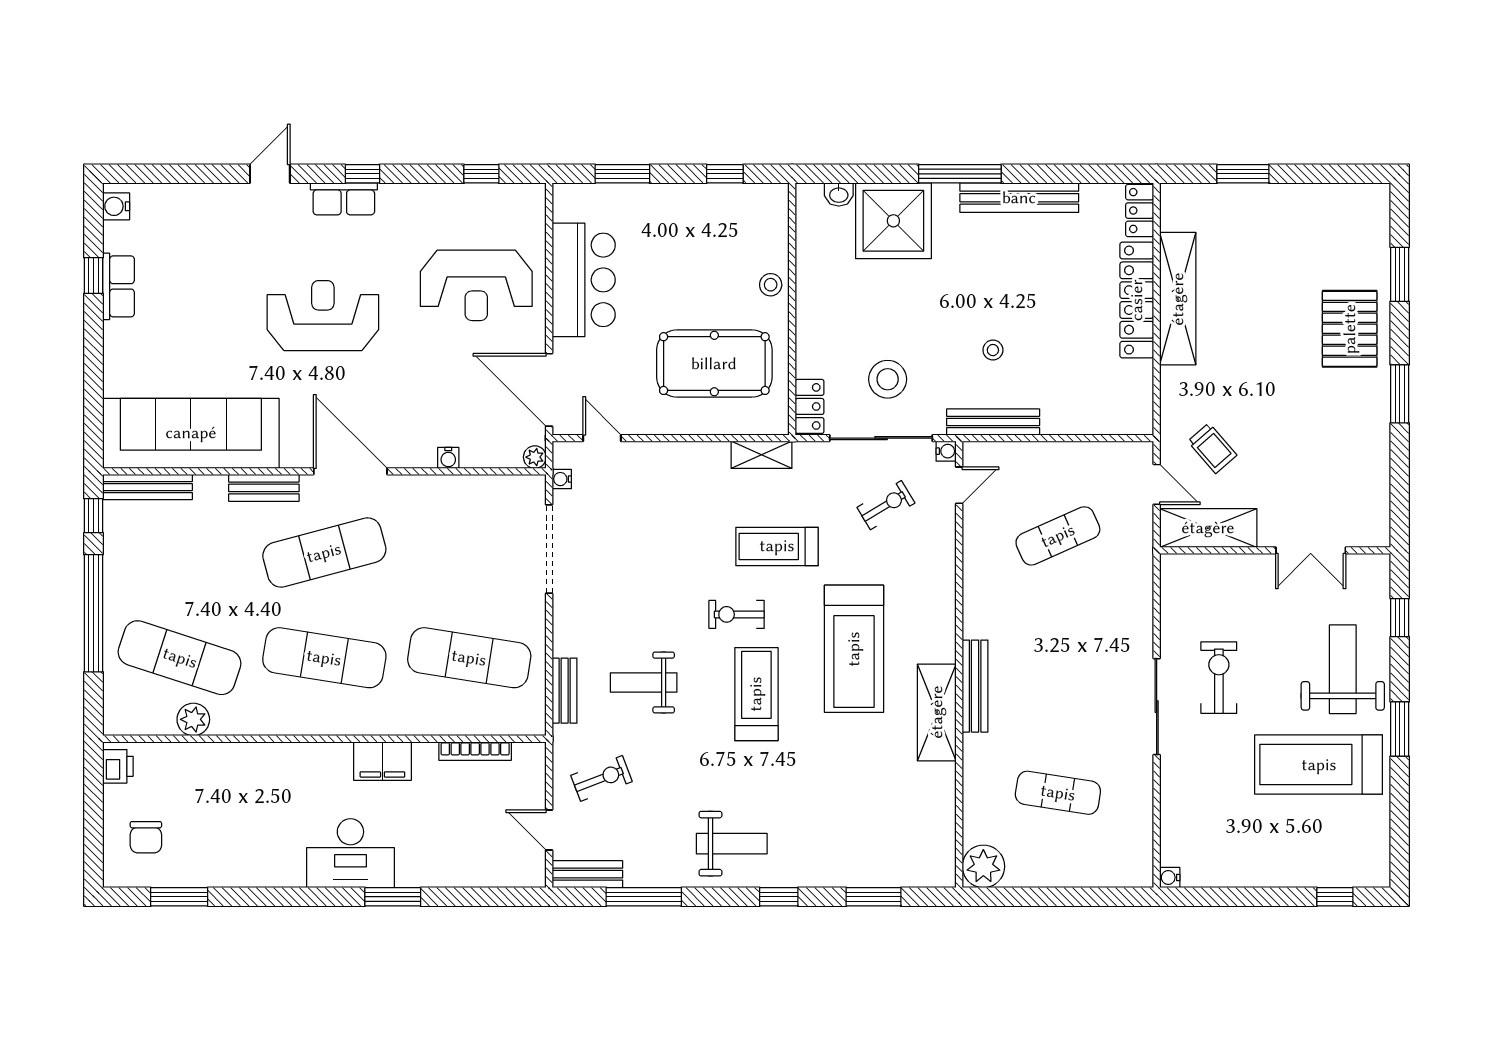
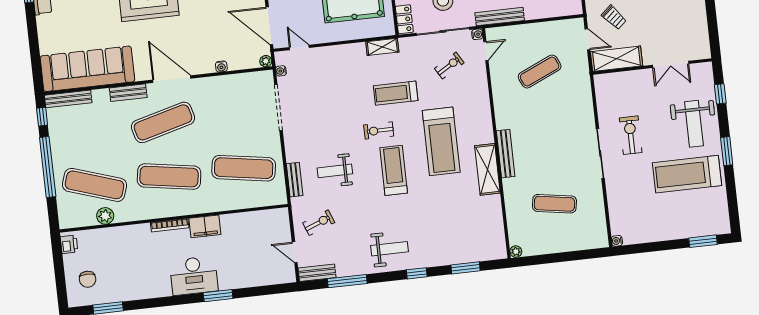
weight bench: (1343, 669) -> (694, 124), turned 180
bookcase: (475, 751) -> (170, 225), moved
plant: (983, 866) -> (516, 252), width x0.53, depth x0.53
window: (1335, 897) -> (703, 241), width x1.50

